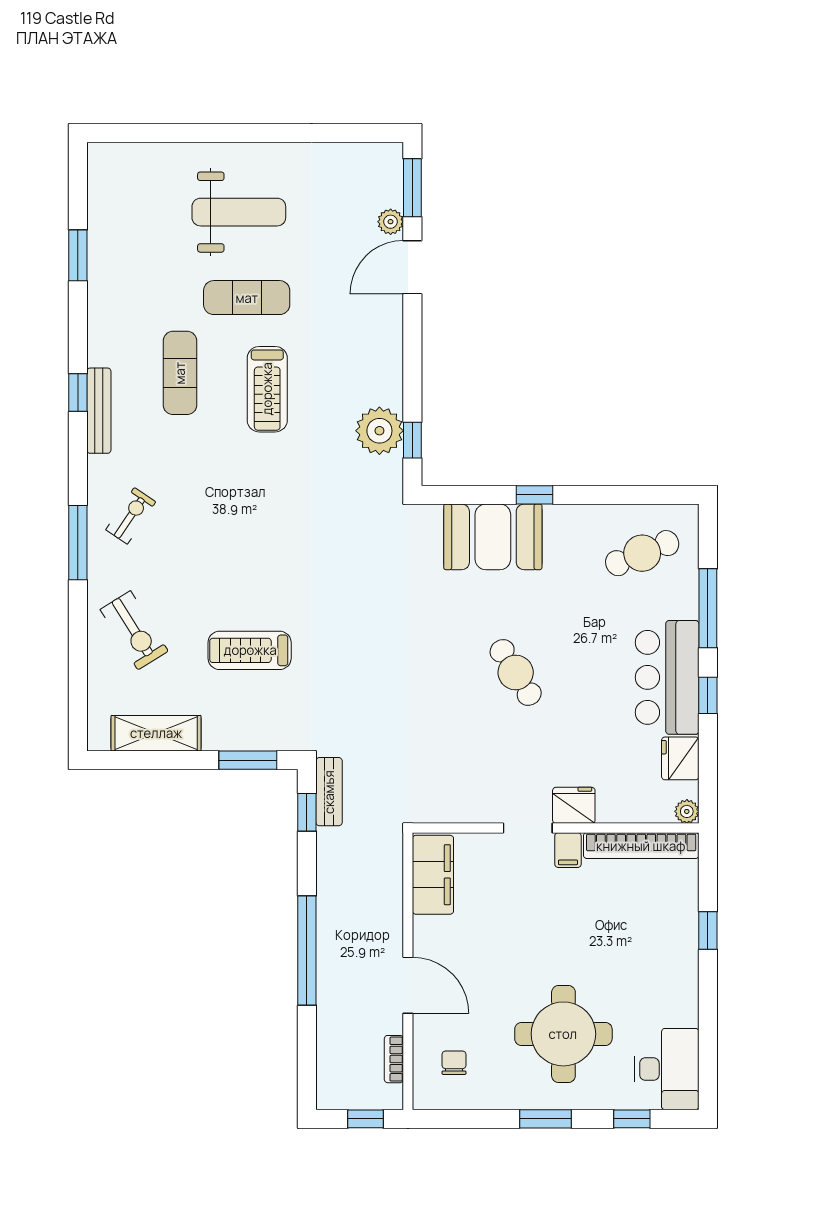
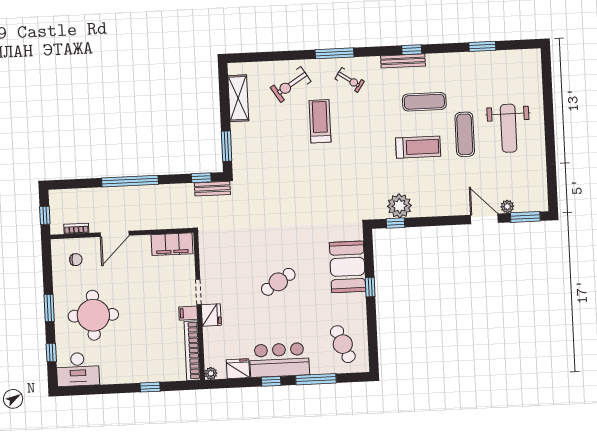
treadmill: (267, 389) -> (418, 147), turned 180
treadmill: (250, 650) -> (320, 121), moved

